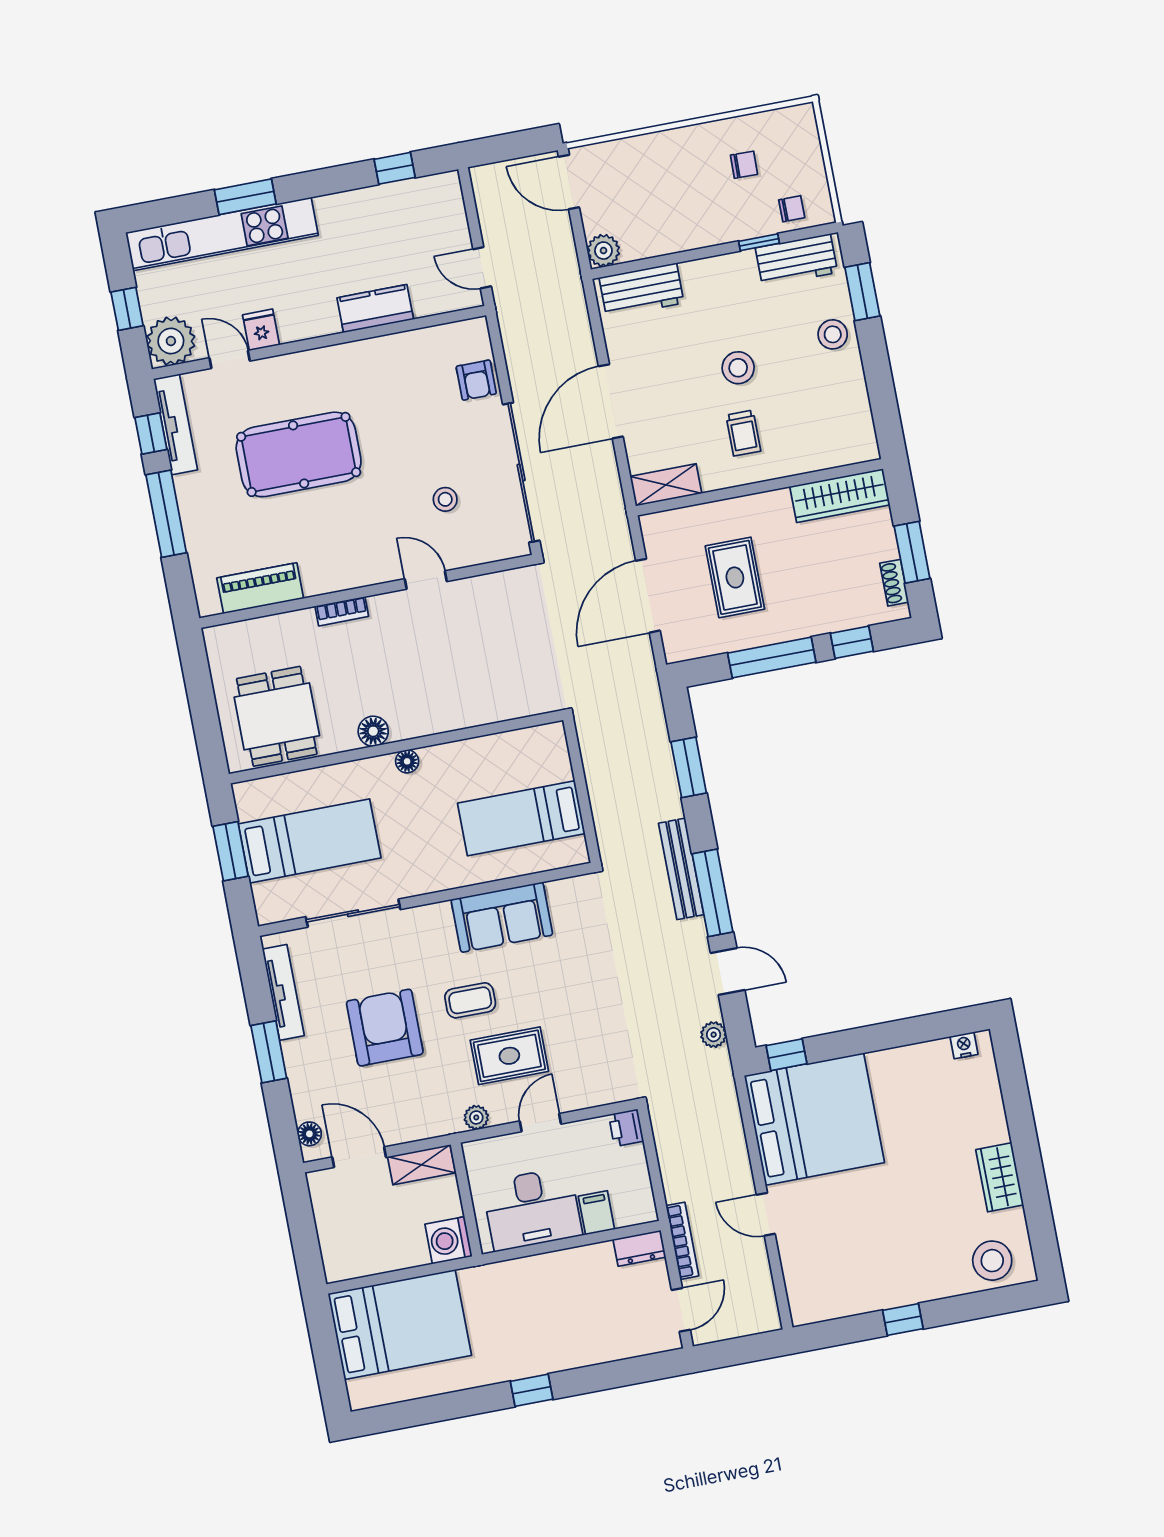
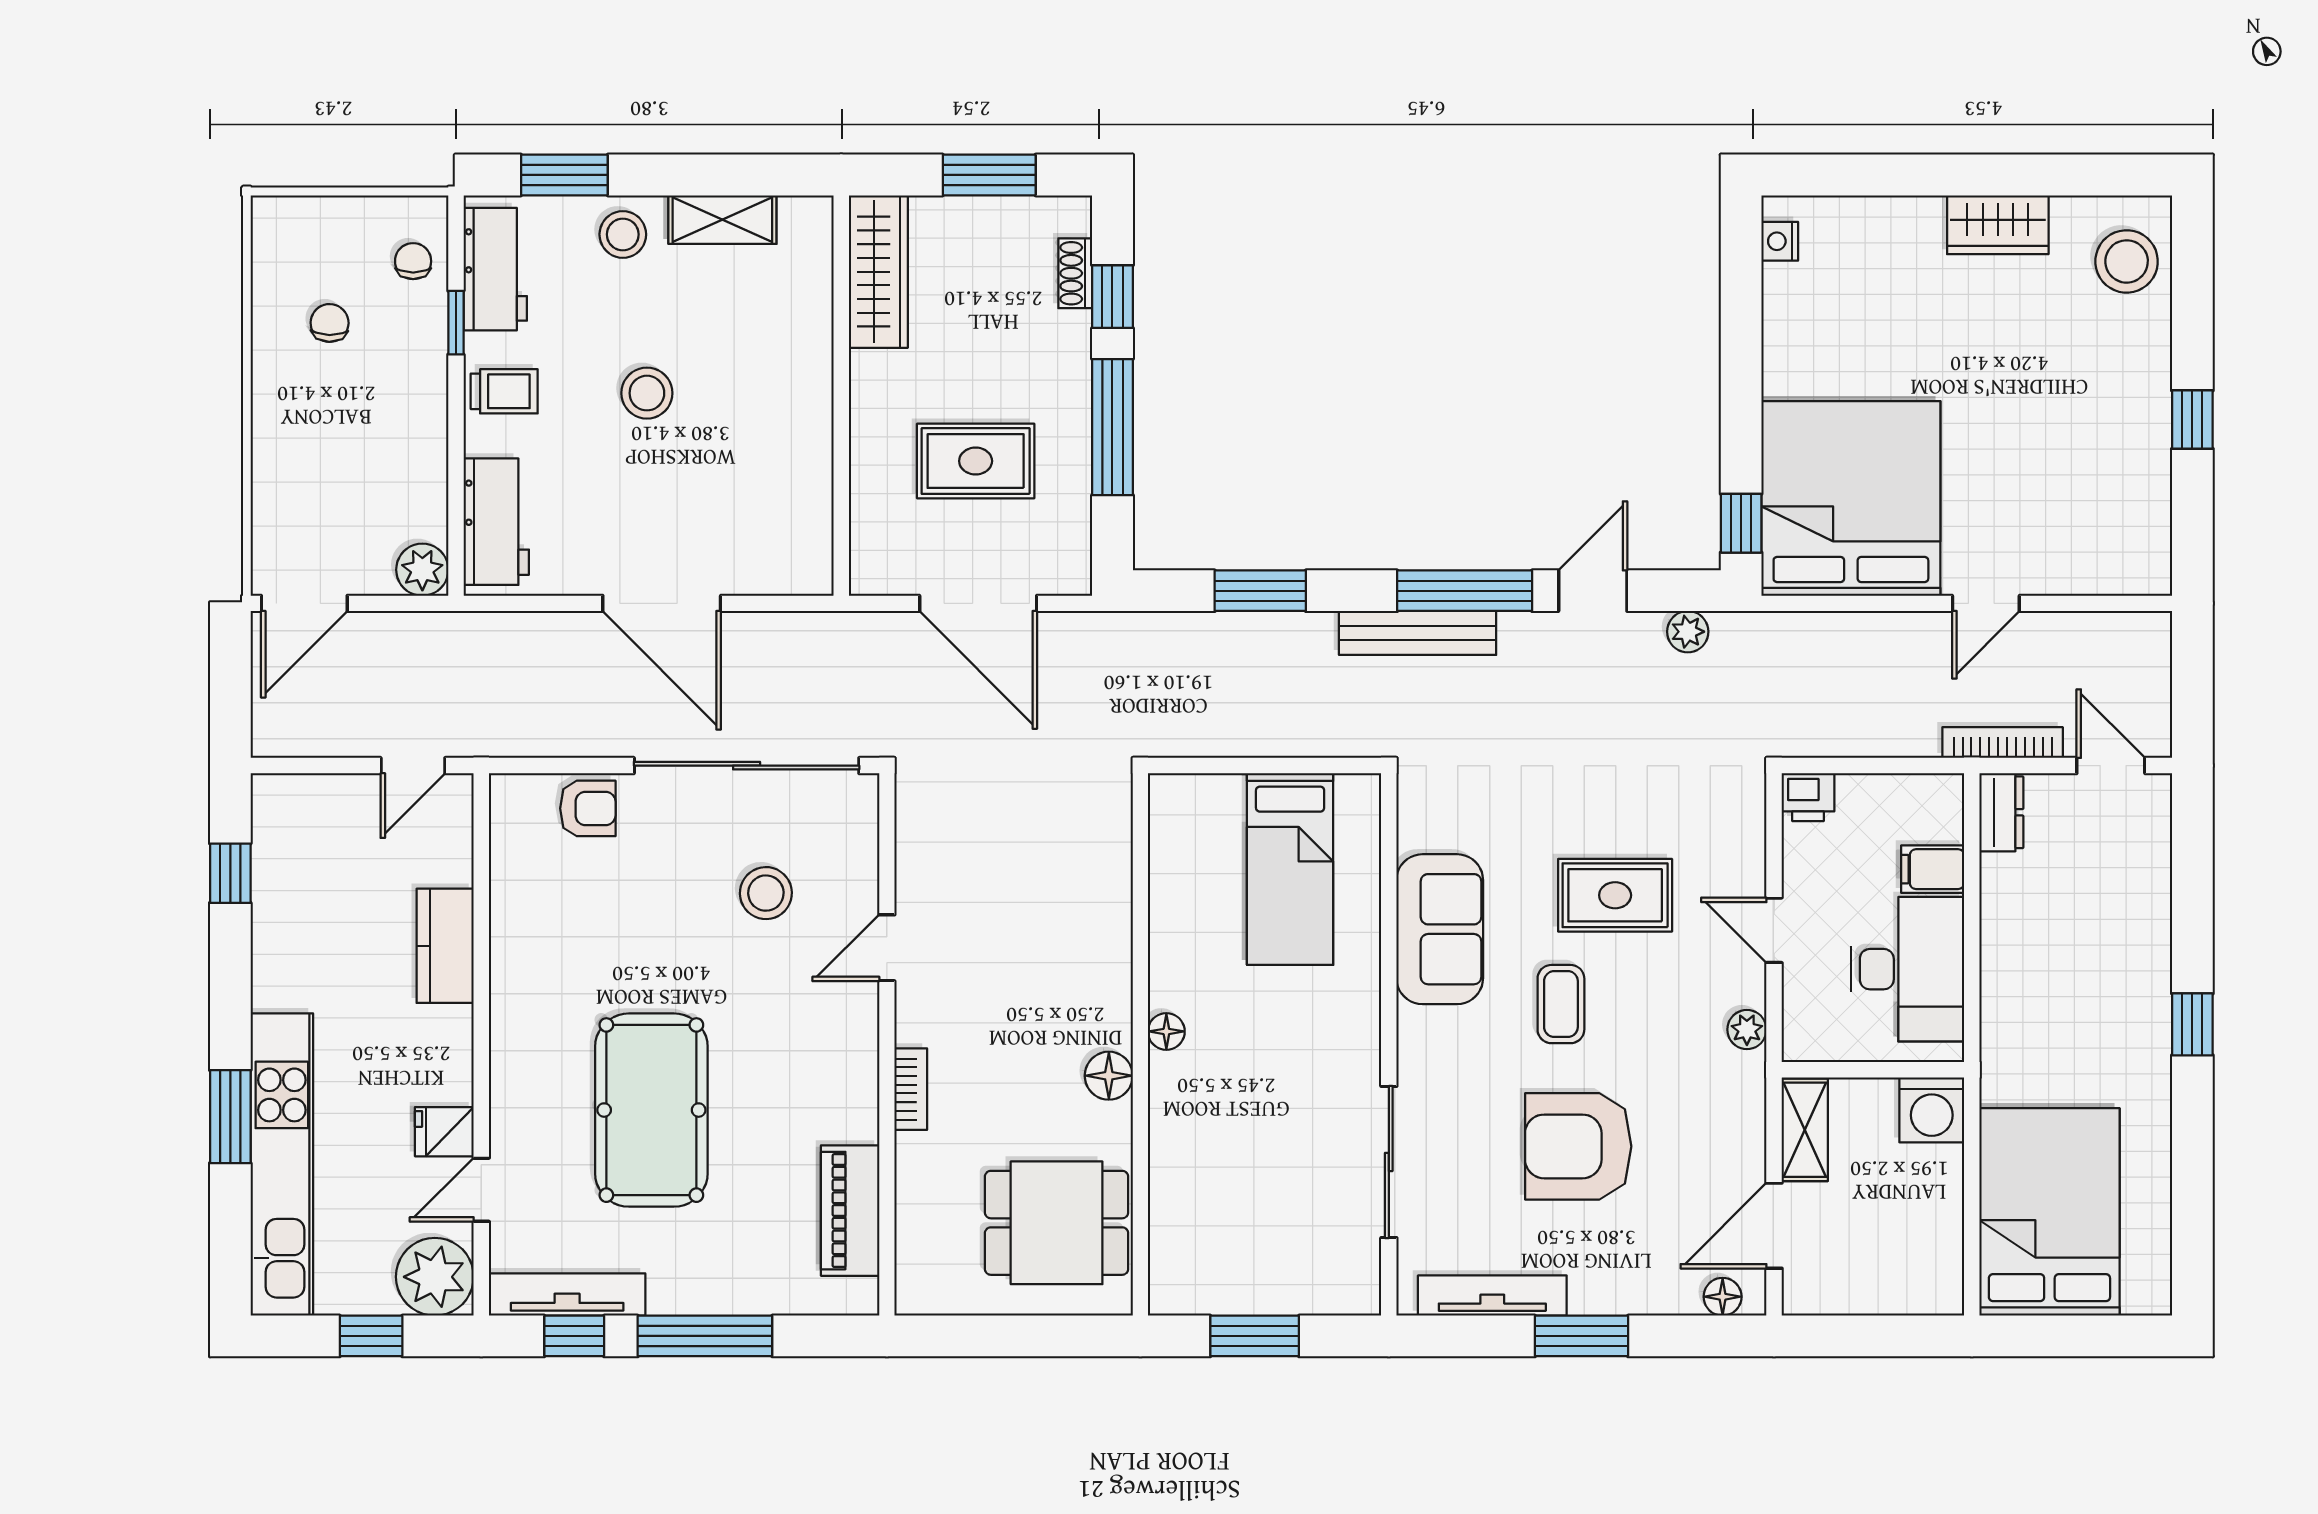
trolley: (743, 433) -> (504, 391), moved
shelving: (666, 485) -> (722, 220), moved, turned 90
stool: (445, 499) -> (766, 893), width x1.37, depth x1.37
shoe rack: (894, 583) -> (1075, 273), moved, turned 90
bed: (310, 841) -> (1262, 1209), removed
rug: (509, 1056) -> (1615, 895), moved, turned 90

